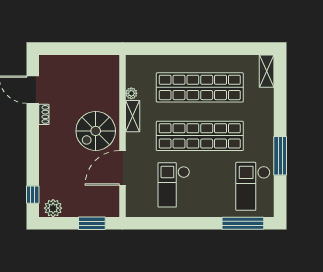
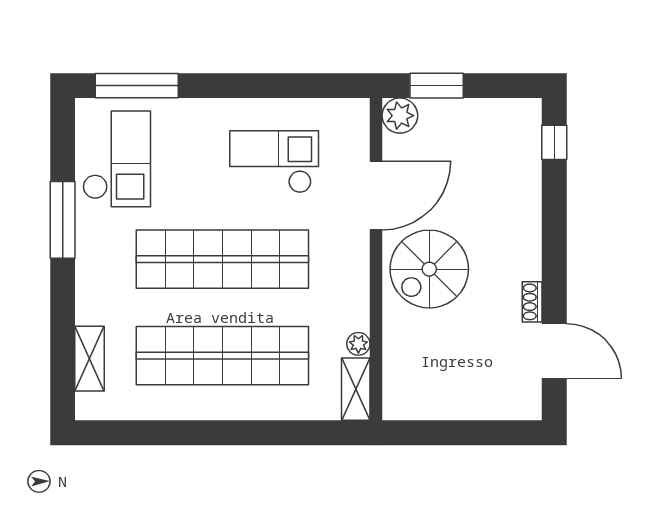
shelving: (267, 71) -> (89, 359), moved
shelving: (133, 116) -> (356, 389), moved
spiral stairs: (96, 131) -> (429, 269), turned 180
checkout: (174, 185) -> (274, 162), turned -90
plant: (53, 208) -> (400, 116), moved

